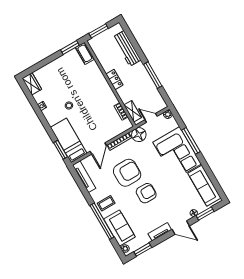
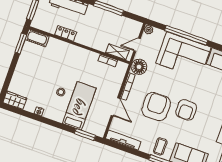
locker: (114, 80) -> (66, 33), moved
bed: (69, 140) -> (79, 106), moved, turned 90
window: (191, 141) -> (186, 35), width x1.46
armchair: (146, 193) -> (186, 110), turned 180

